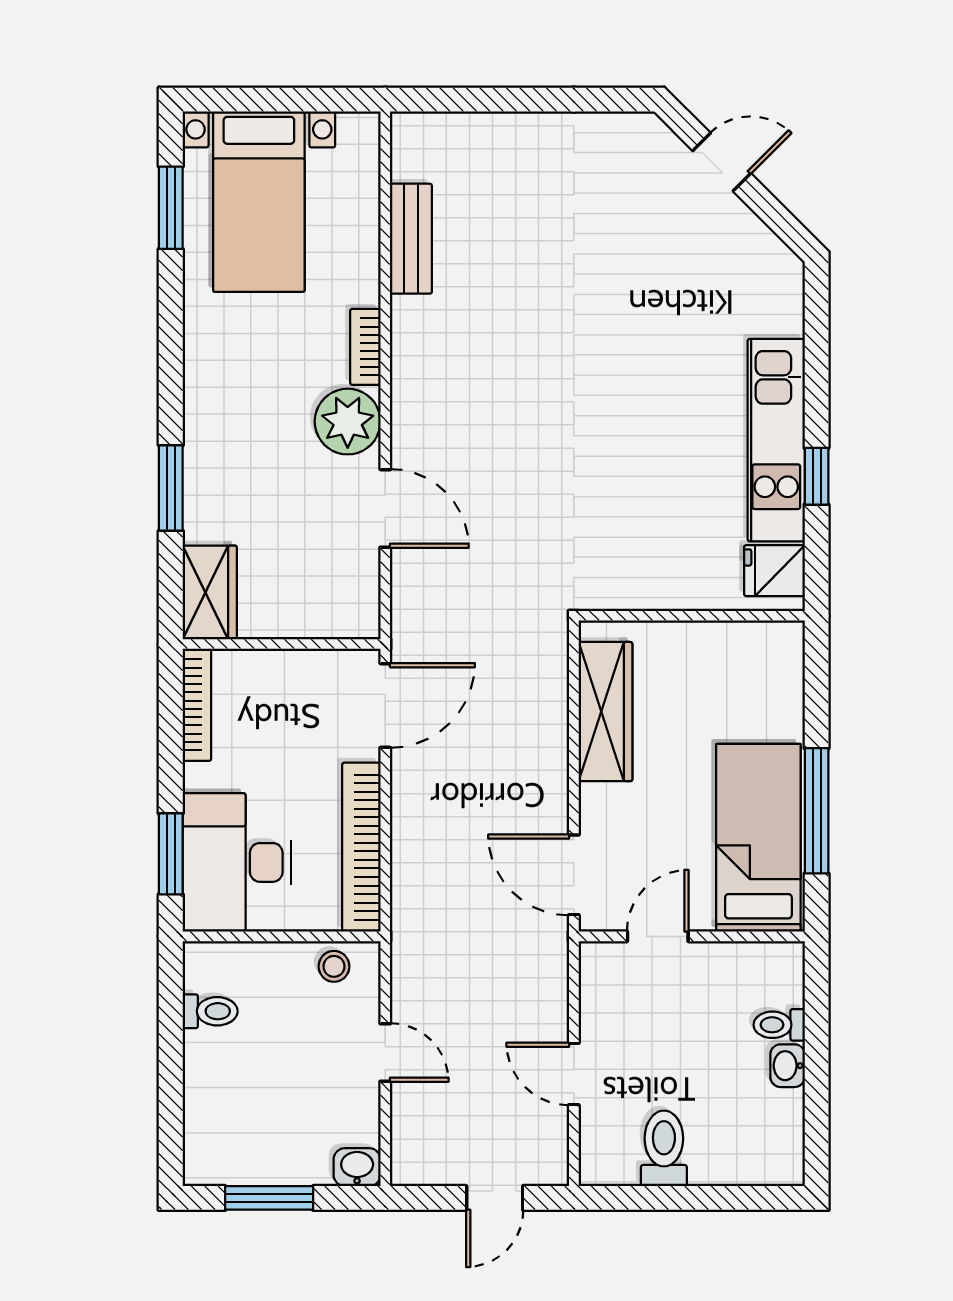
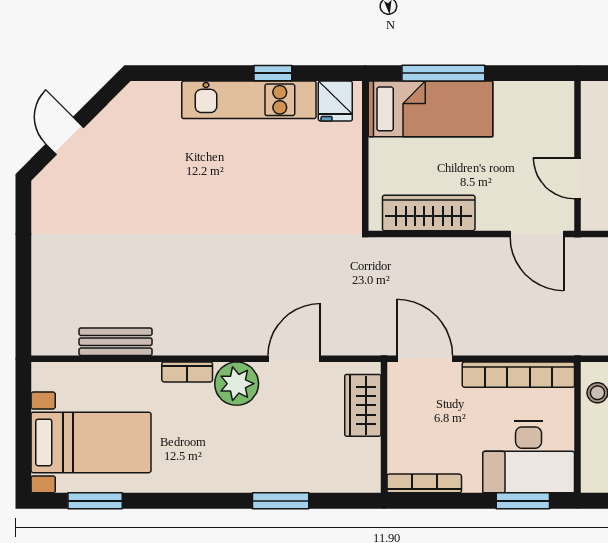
wardrobe: (210, 592) -> (363, 405), moved, turned -90
window: (817, 811) -> (443, 73), moved
bed: (758, 838) -> (430, 109), moved, turned 180
door: (574, 875) -> (537, 234), hinge flipped

